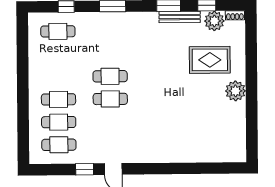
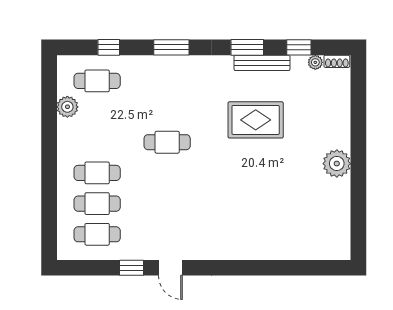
plant: (214, 21) -> (315, 62), width x0.53, depth x0.53
plant: (36, 51) -> (67, 107), added
rug: (210, 60) -> (256, 120), moved
cafe table: (110, 99) -> (167, 173), removed

